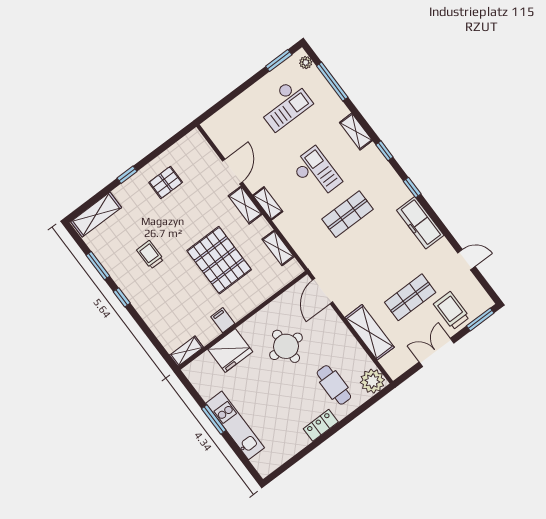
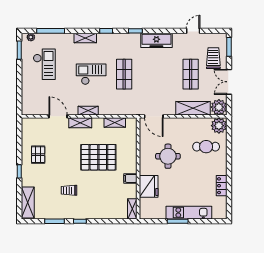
trolley: (452, 311) -> (213, 58), turned 90
plant: (395, 364) -> (219, 107), added
locker: (321, 425) -> (222, 186), moved

